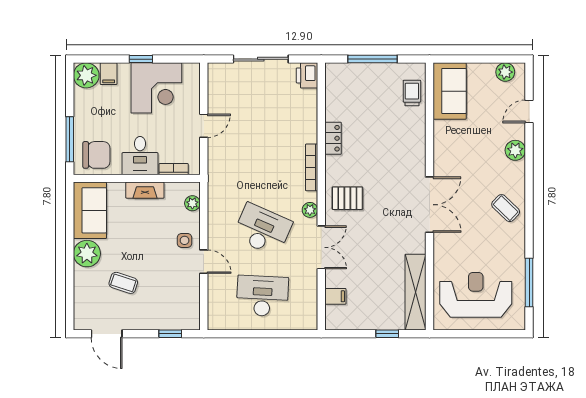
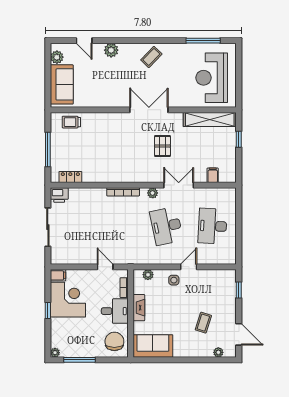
filing cabinet: (109, 74) -> (58, 275), moved
plant: (86, 75) -> (55, 353), width x0.53, depth x0.53
sofa: (450, 91) -> (62, 84), moved, turned 90
door: (204, 126) -> (105, 267), moved
locker: (333, 138) -> (70, 177), moved
window: (70, 139) -> (79, 360), moved
pallet: (347, 198) -> (162, 146), moved
desk: (262, 230) -> (166, 226), turned -36
plant: (87, 254) -> (218, 352), moved, width x0.53, depth x0.53
door: (107, 334) -> (239, 334), hinge flipped

